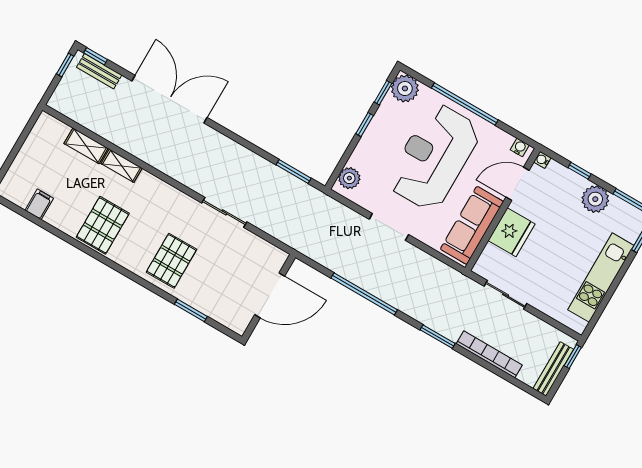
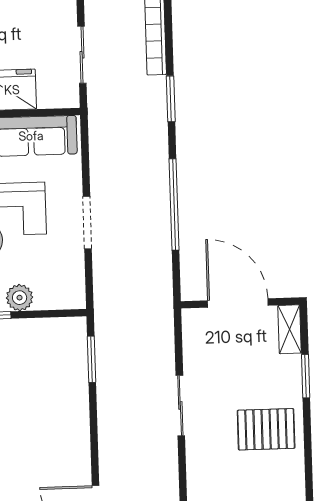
plant: (349, 178) -> (20, 298), moved
shelving: (230, 319) -> (290, 329), added

